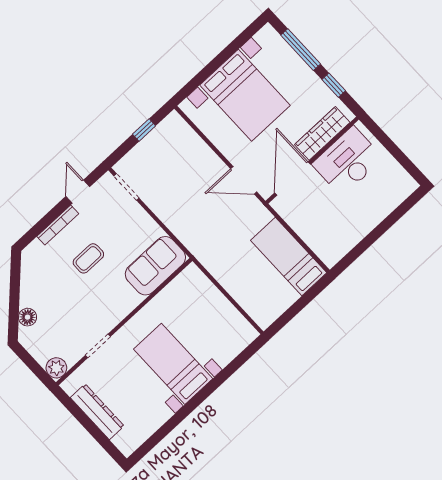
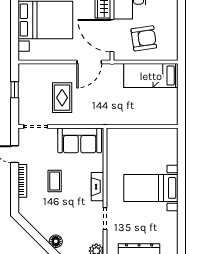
rug: (181, 186) -> (62, 98), added
armchair: (320, 214) -> (144, 38), added
sofa: (155, 266) -> (80, 140), moved, turned -90
fireplace: (123, 308) -> (97, 187), added

